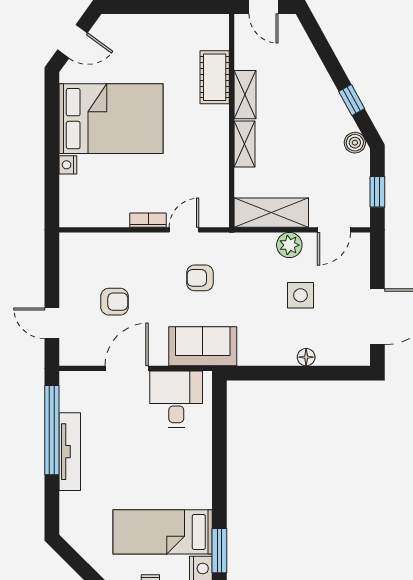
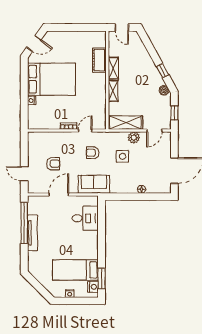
side table: (300, 295) -> (123, 156), moved
desk: (176, 399) -> (85, 218), moved, turned 90

